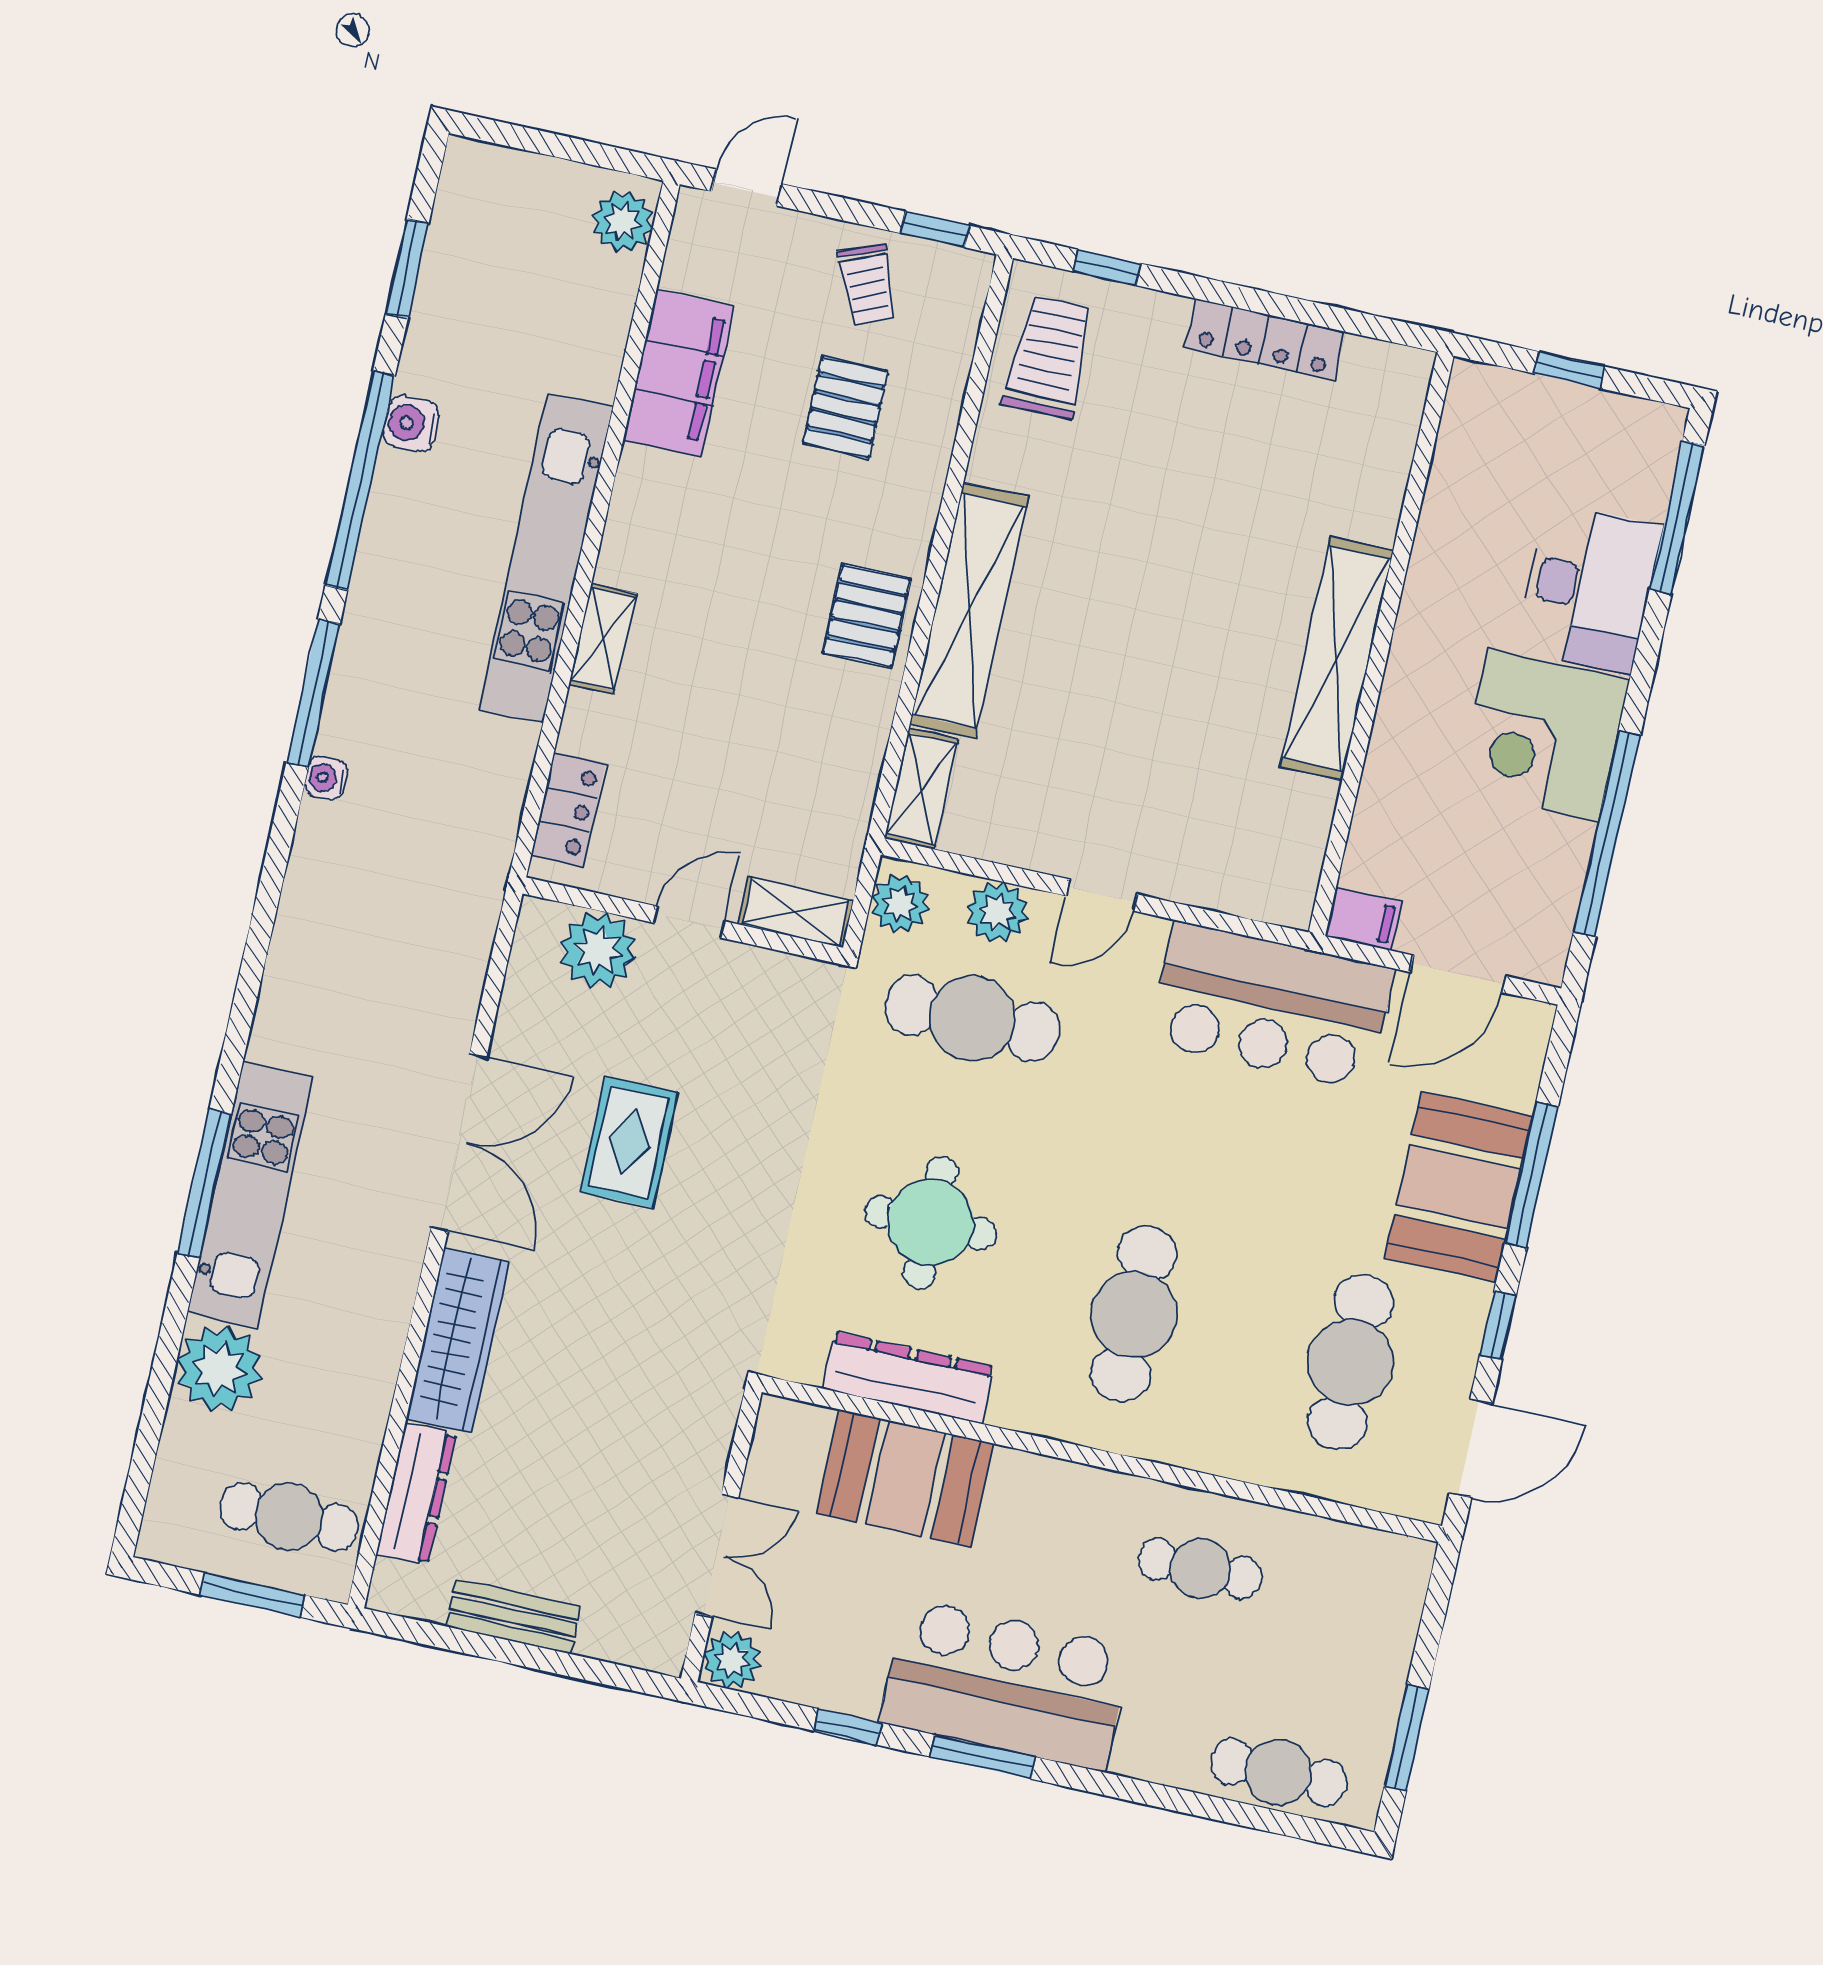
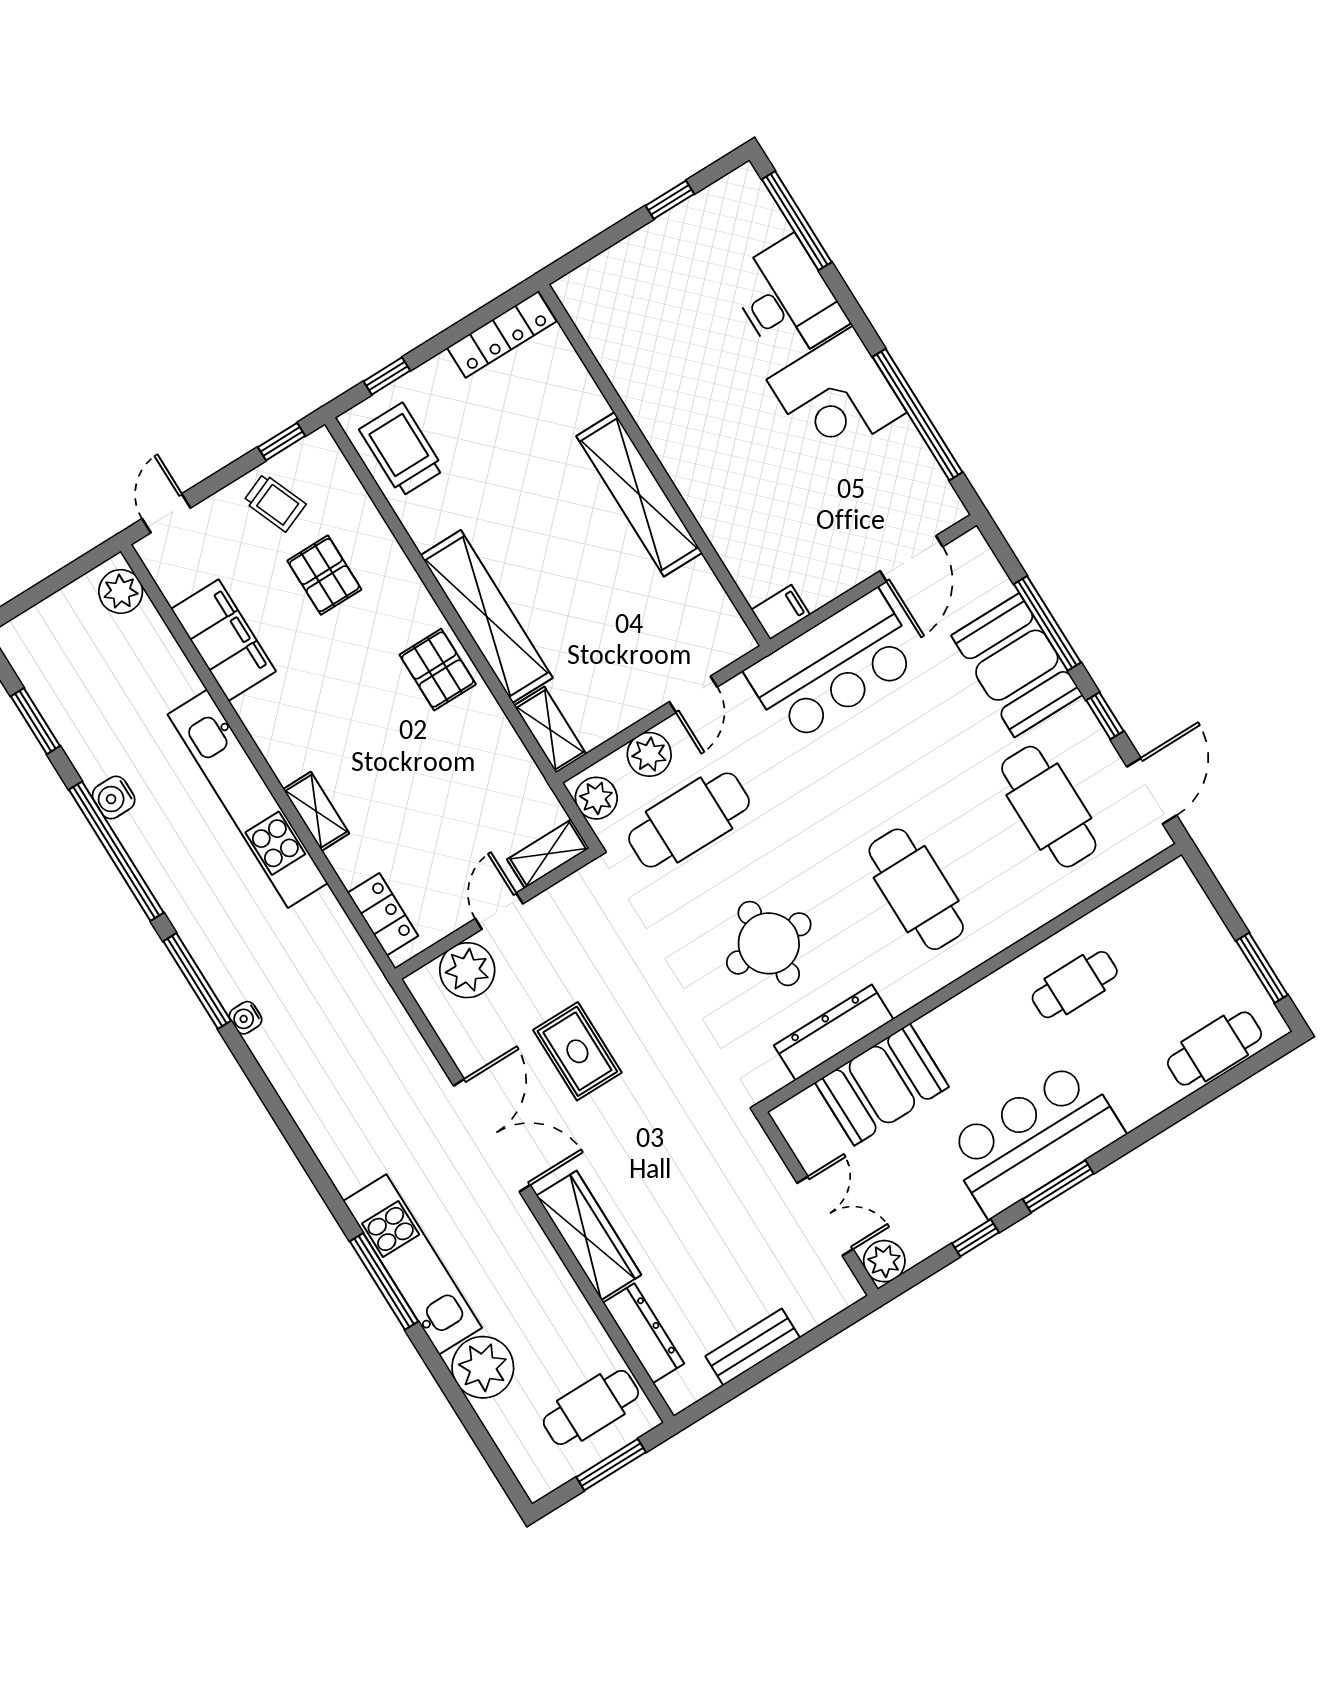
wall: (1381, 644) -> (654, 465), moved
shelving: (1337, 659) -> (639, 494), moved
filing cabinet: (1363, 919) -> (781, 612), moved

